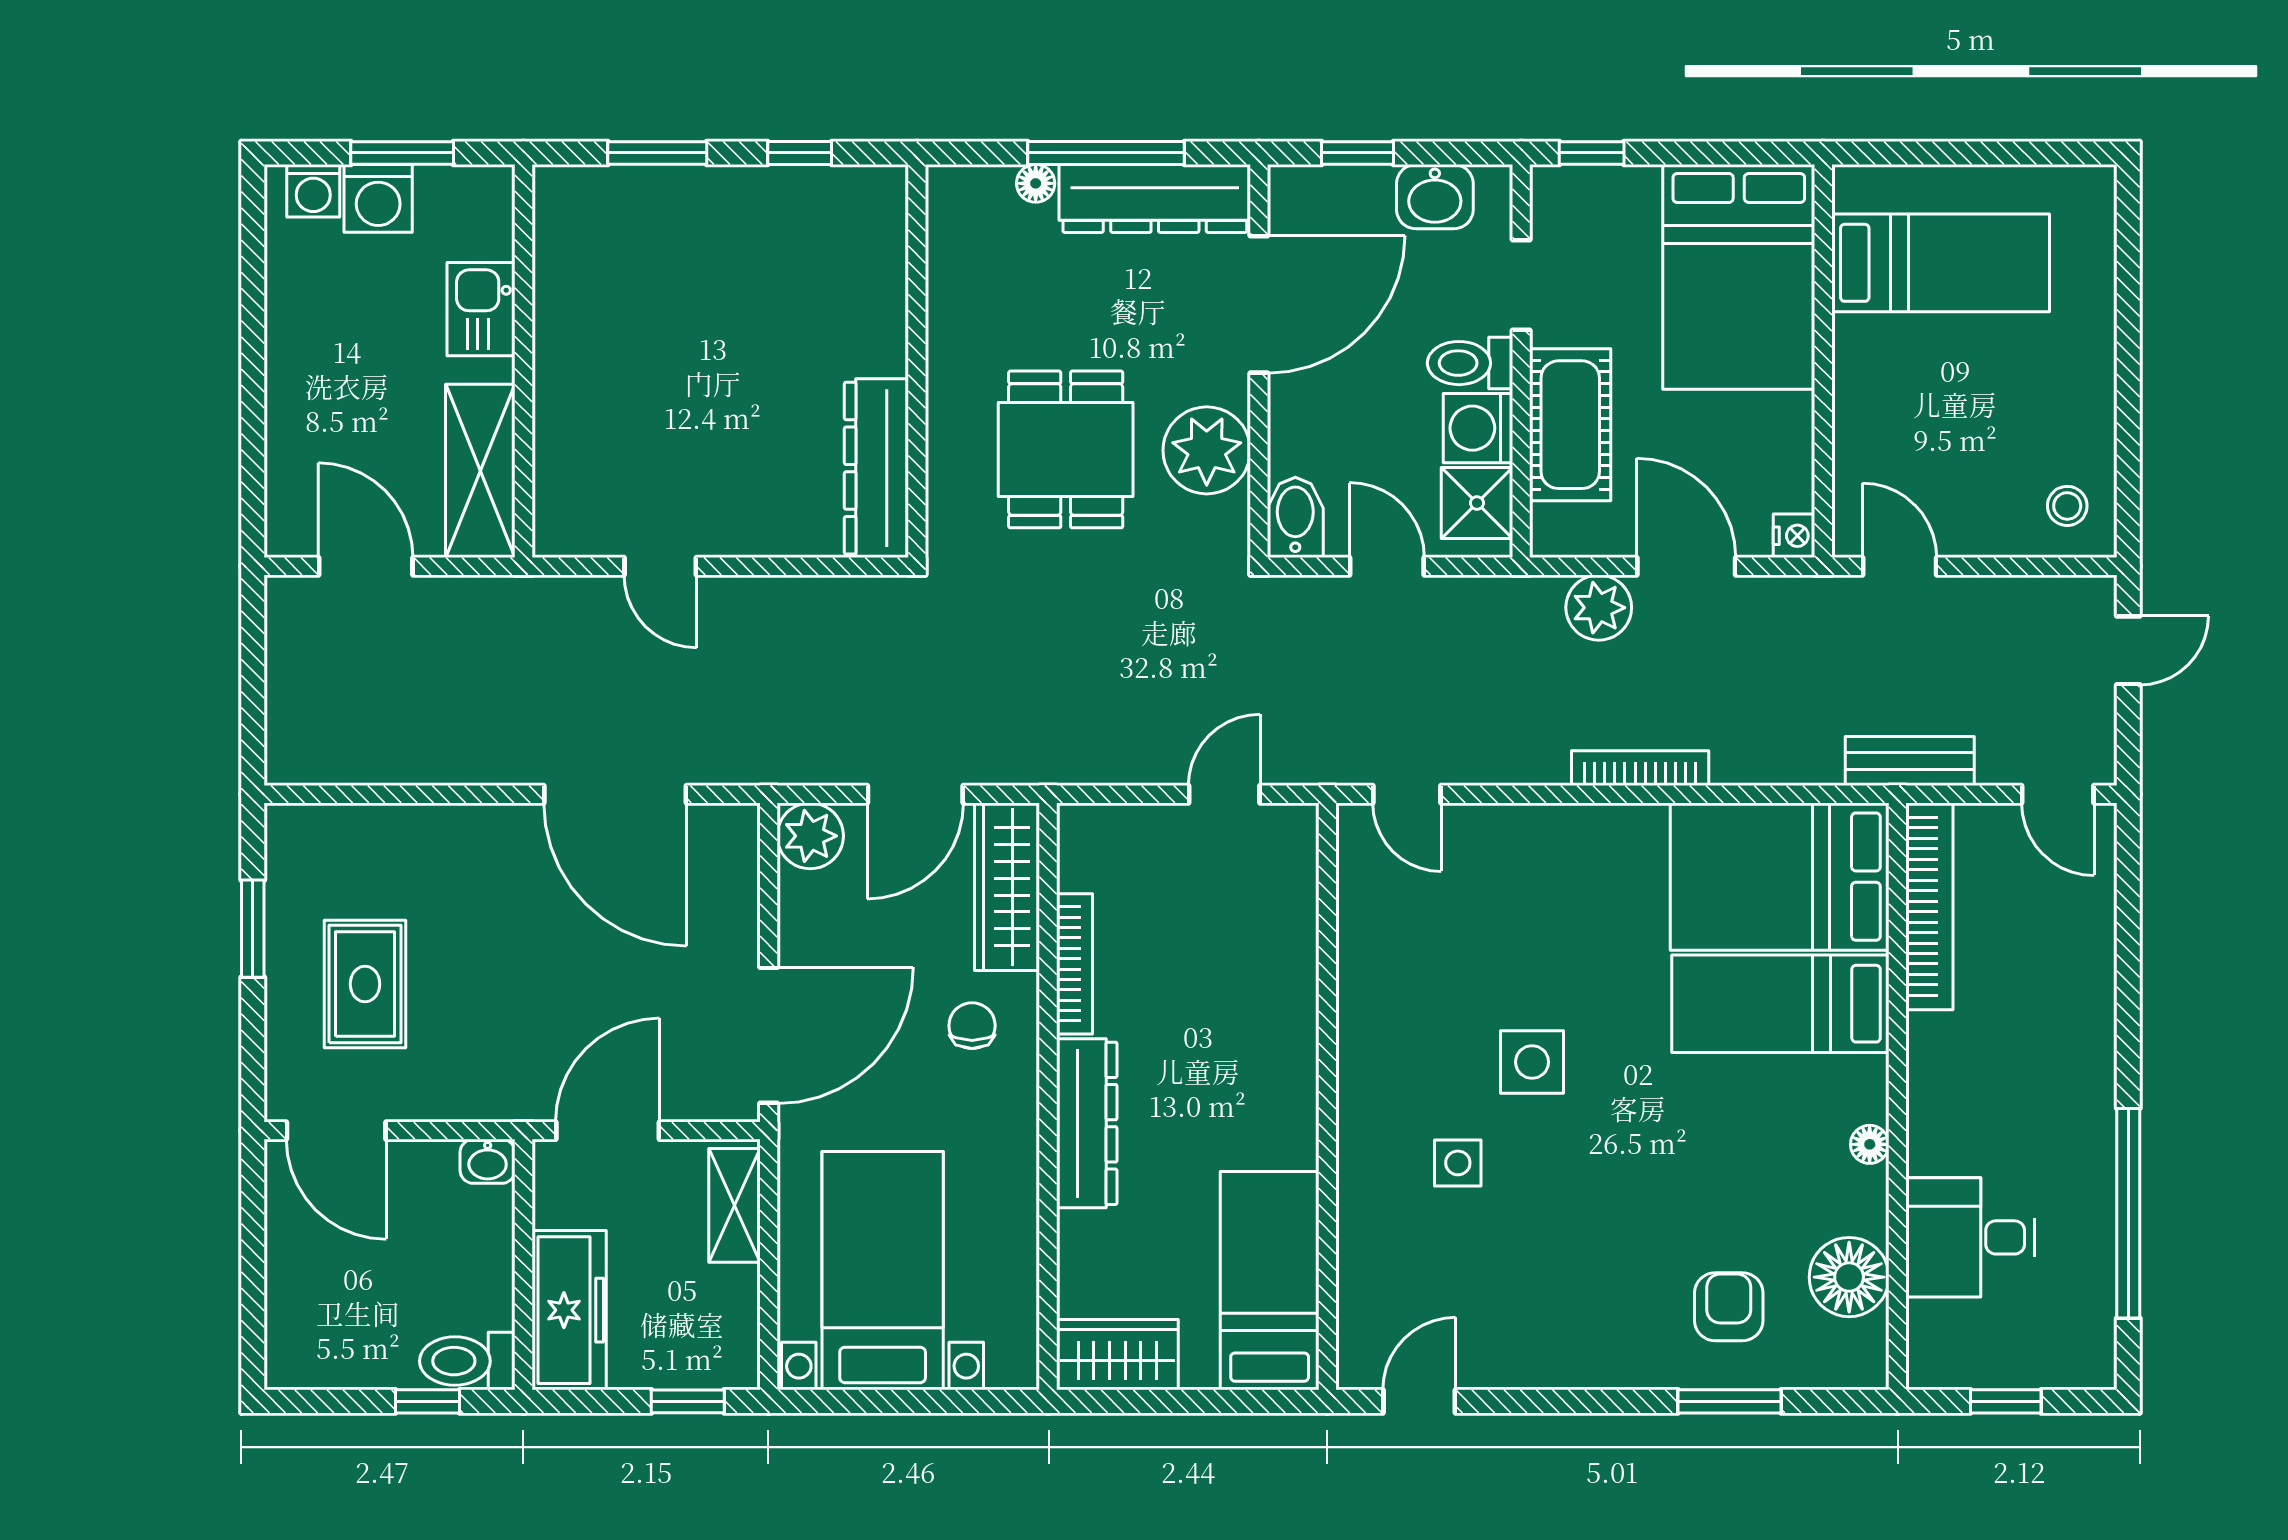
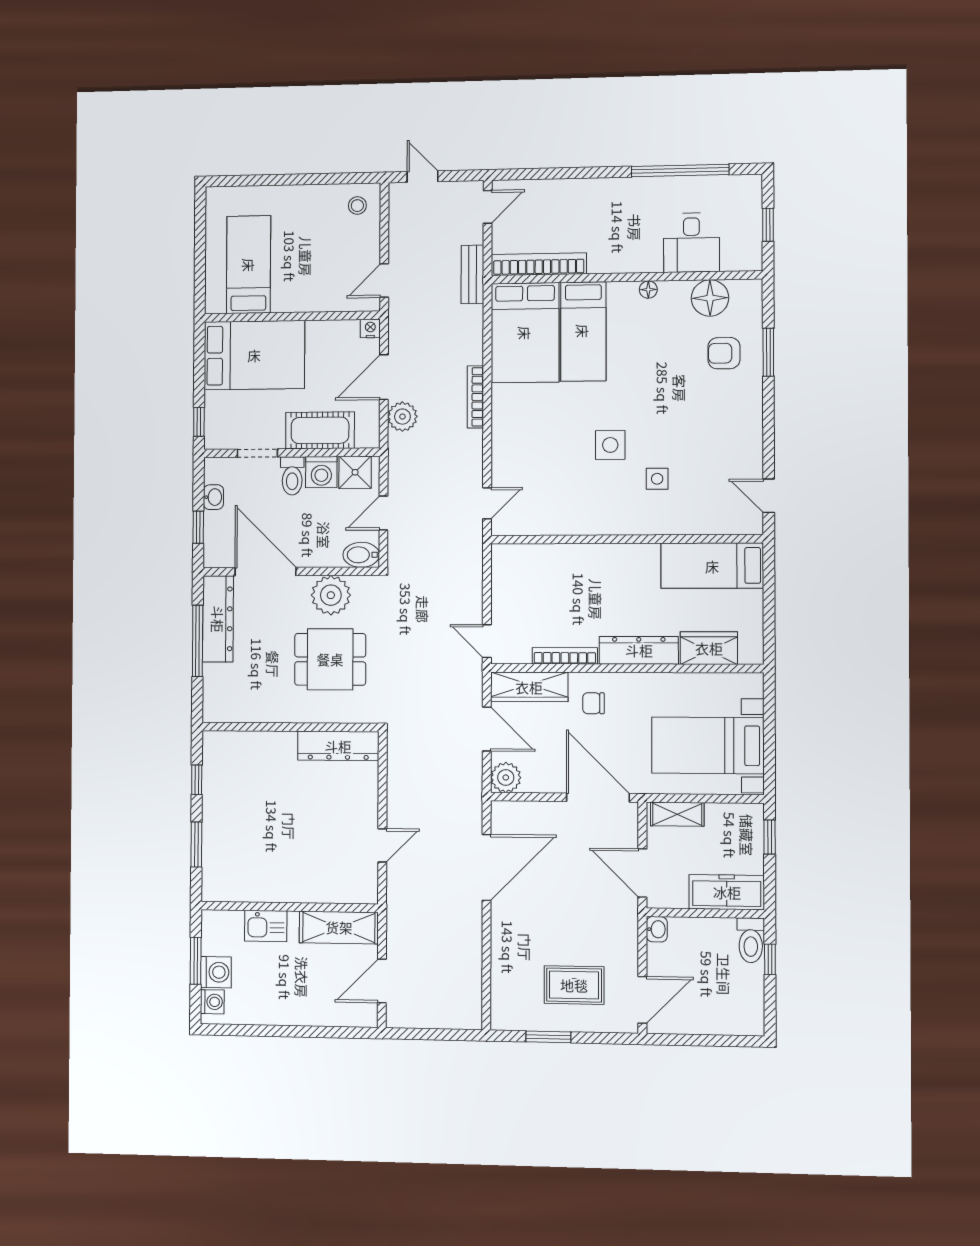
floor lamp: (1036, 183) -> (211, 673), removed
washbasin: (1435, 197) -> (213, 497), width x0.72, depth x0.69
door: (1224, 794) -> (487, 641), moved
wardrobe: (1117, 1355) -> (709, 648), moved, turned 90

